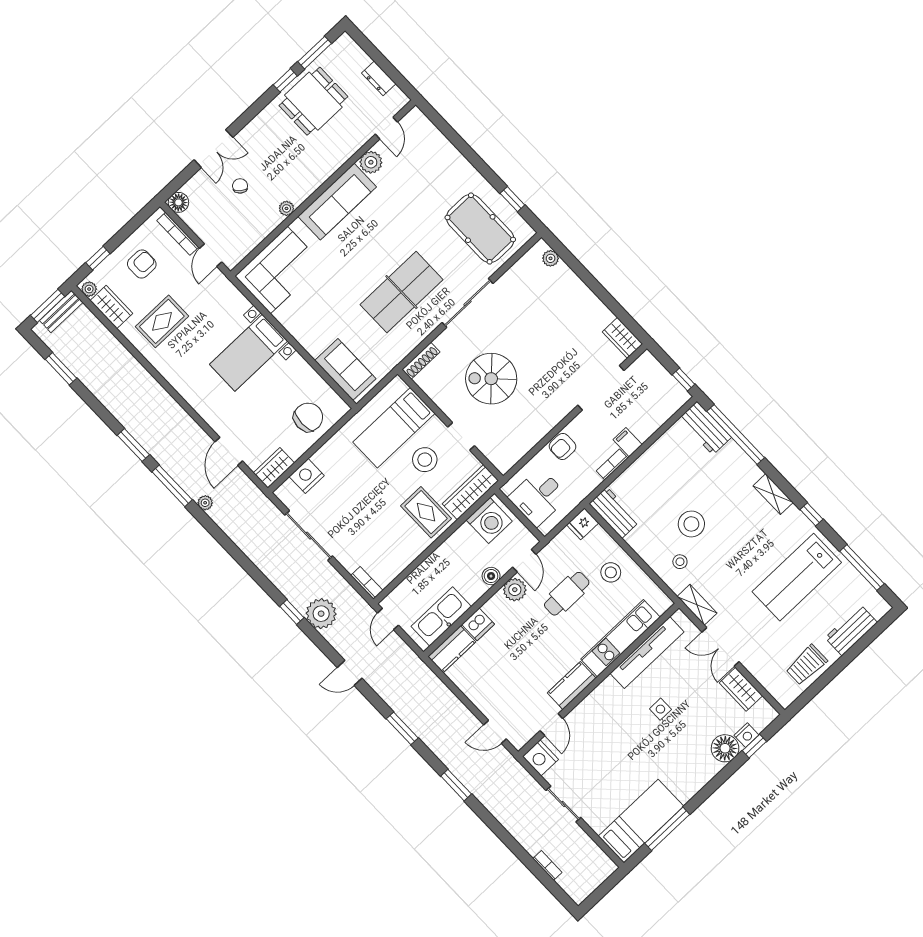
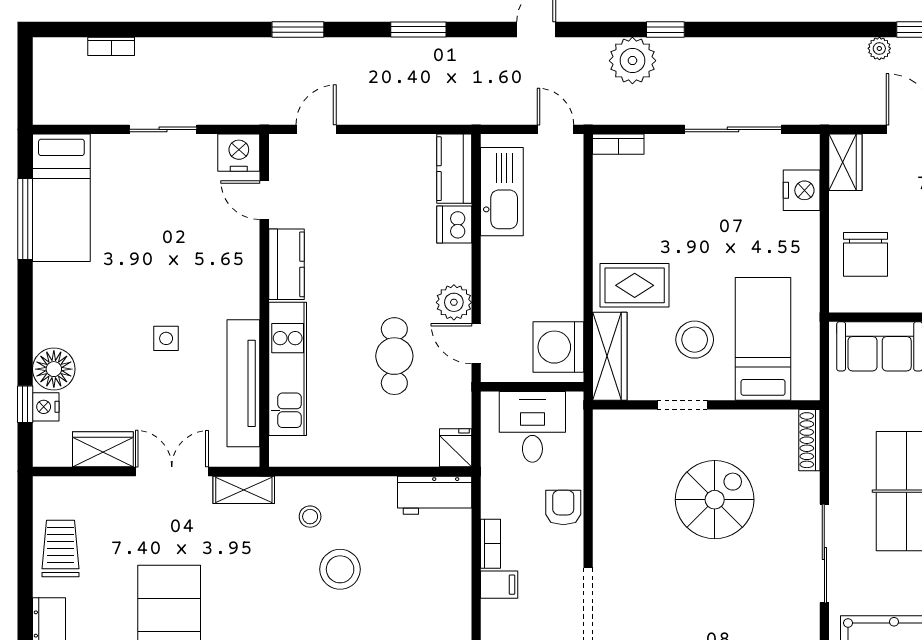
stool: (611, 572) -> (371, 428), removed
boiler: (491, 576) -> (494, 290), removed

